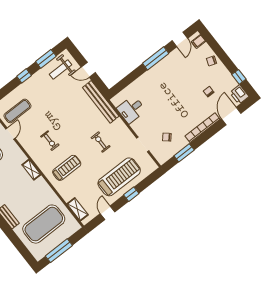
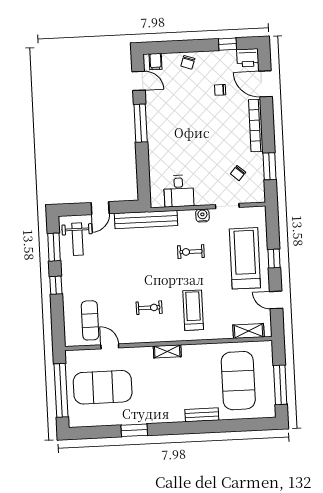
water cooler: (127, 134) -> (202, 215), added

